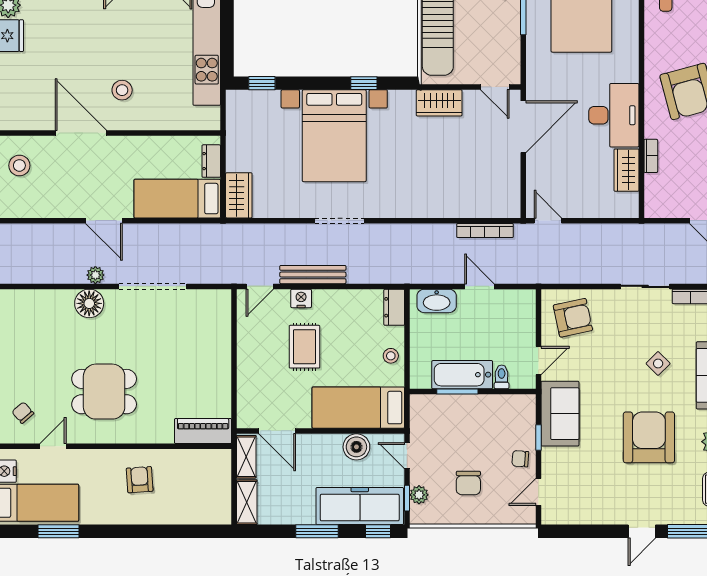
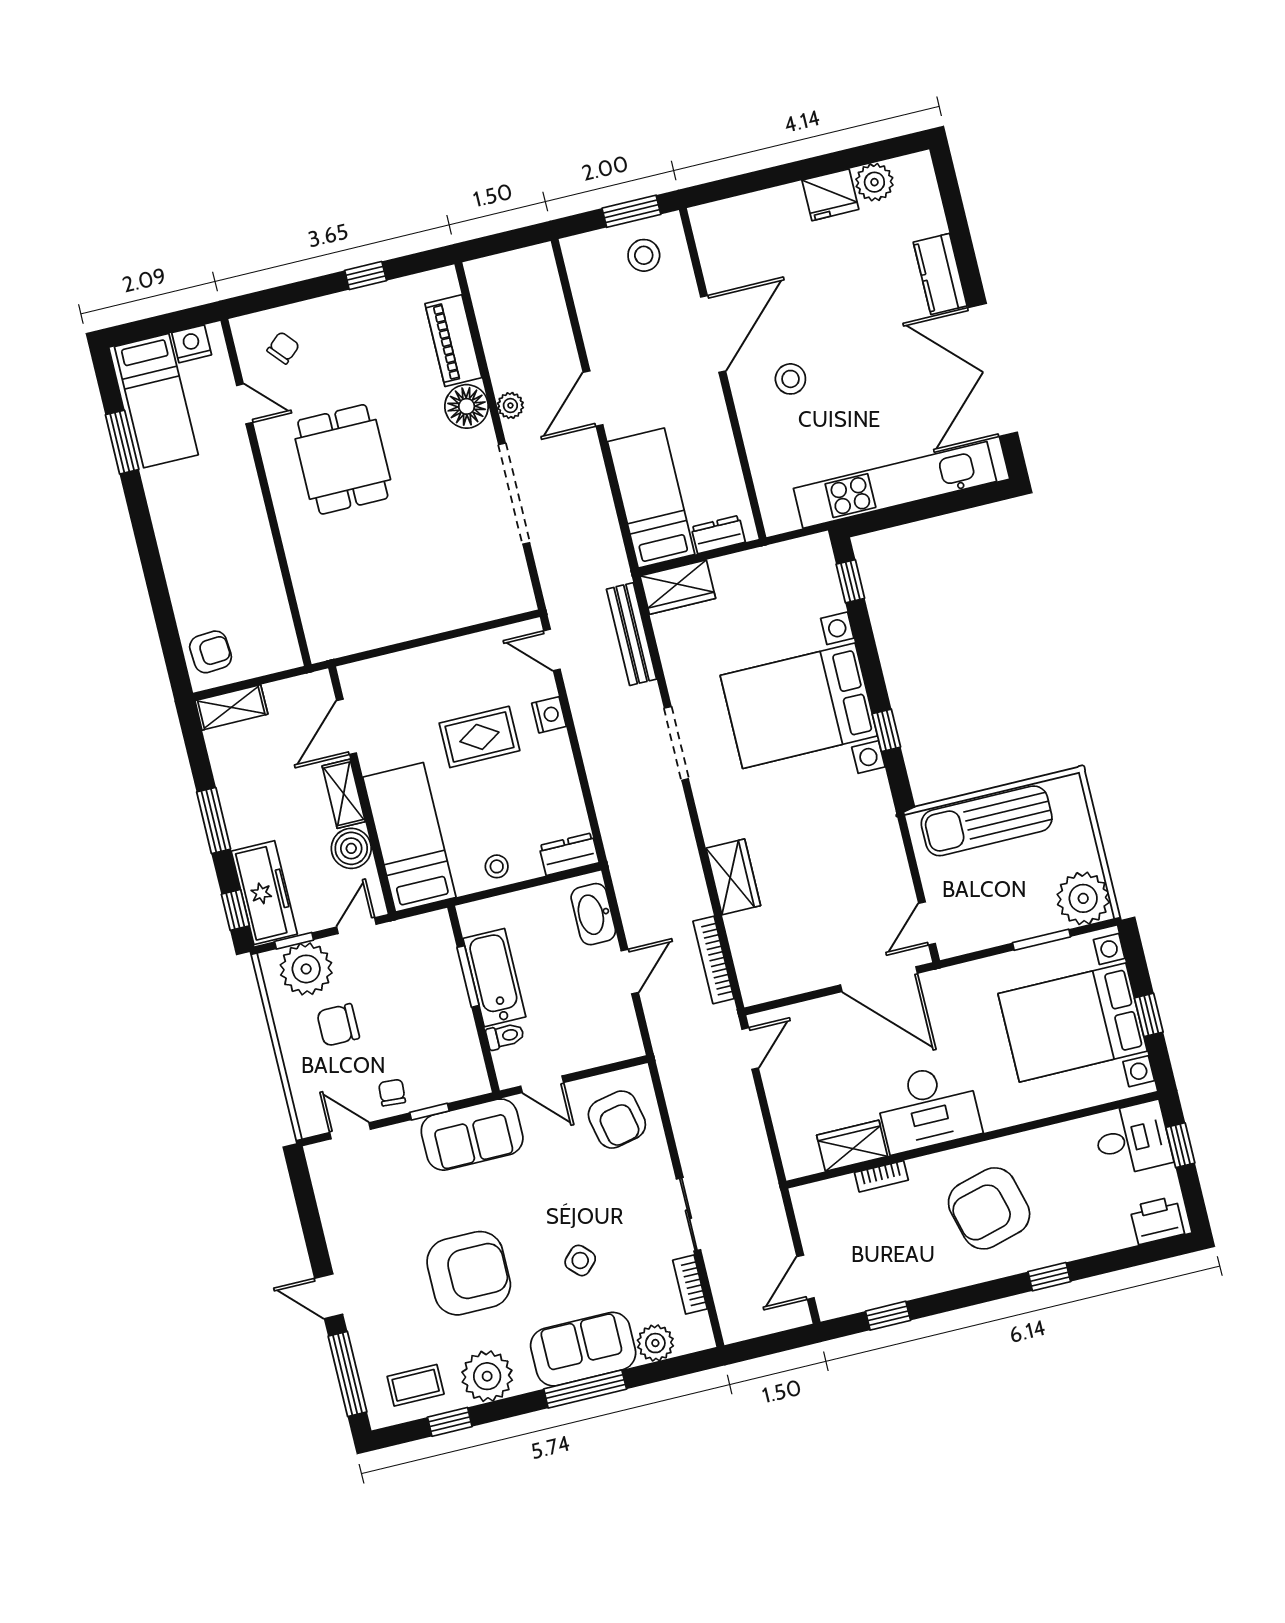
wardrobe: (439, 103) -> (733, 877), moved, turned 180
bench: (313, 275) -> (632, 634), moved
piano: (203, 431) -> (453, 341), moved, turned 180
shelving: (246, 457) -> (344, 794), moved, turned 90
armchair: (140, 480) -> (211, 652), moved
plant: (419, 495) -> (306, 969), width x1.87, depth x1.87
freezer: (360, 506) -> (264, 893), width x0.73, depth x0.79

